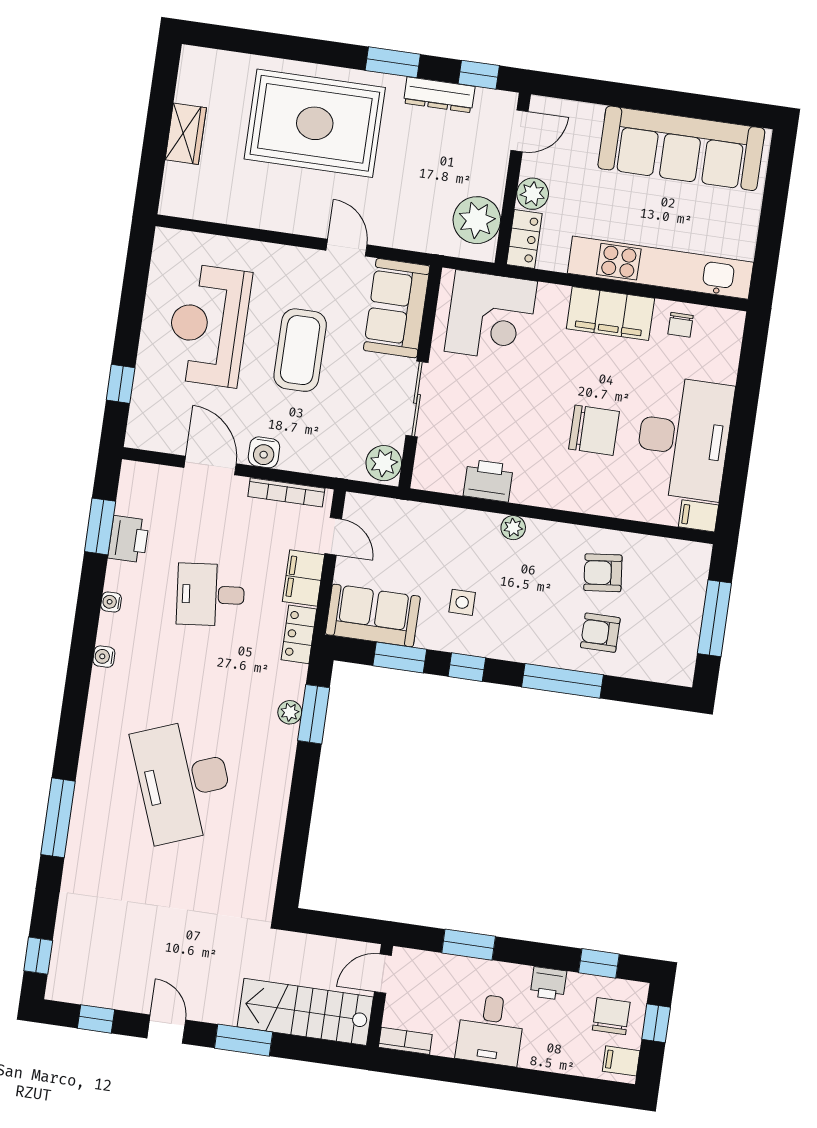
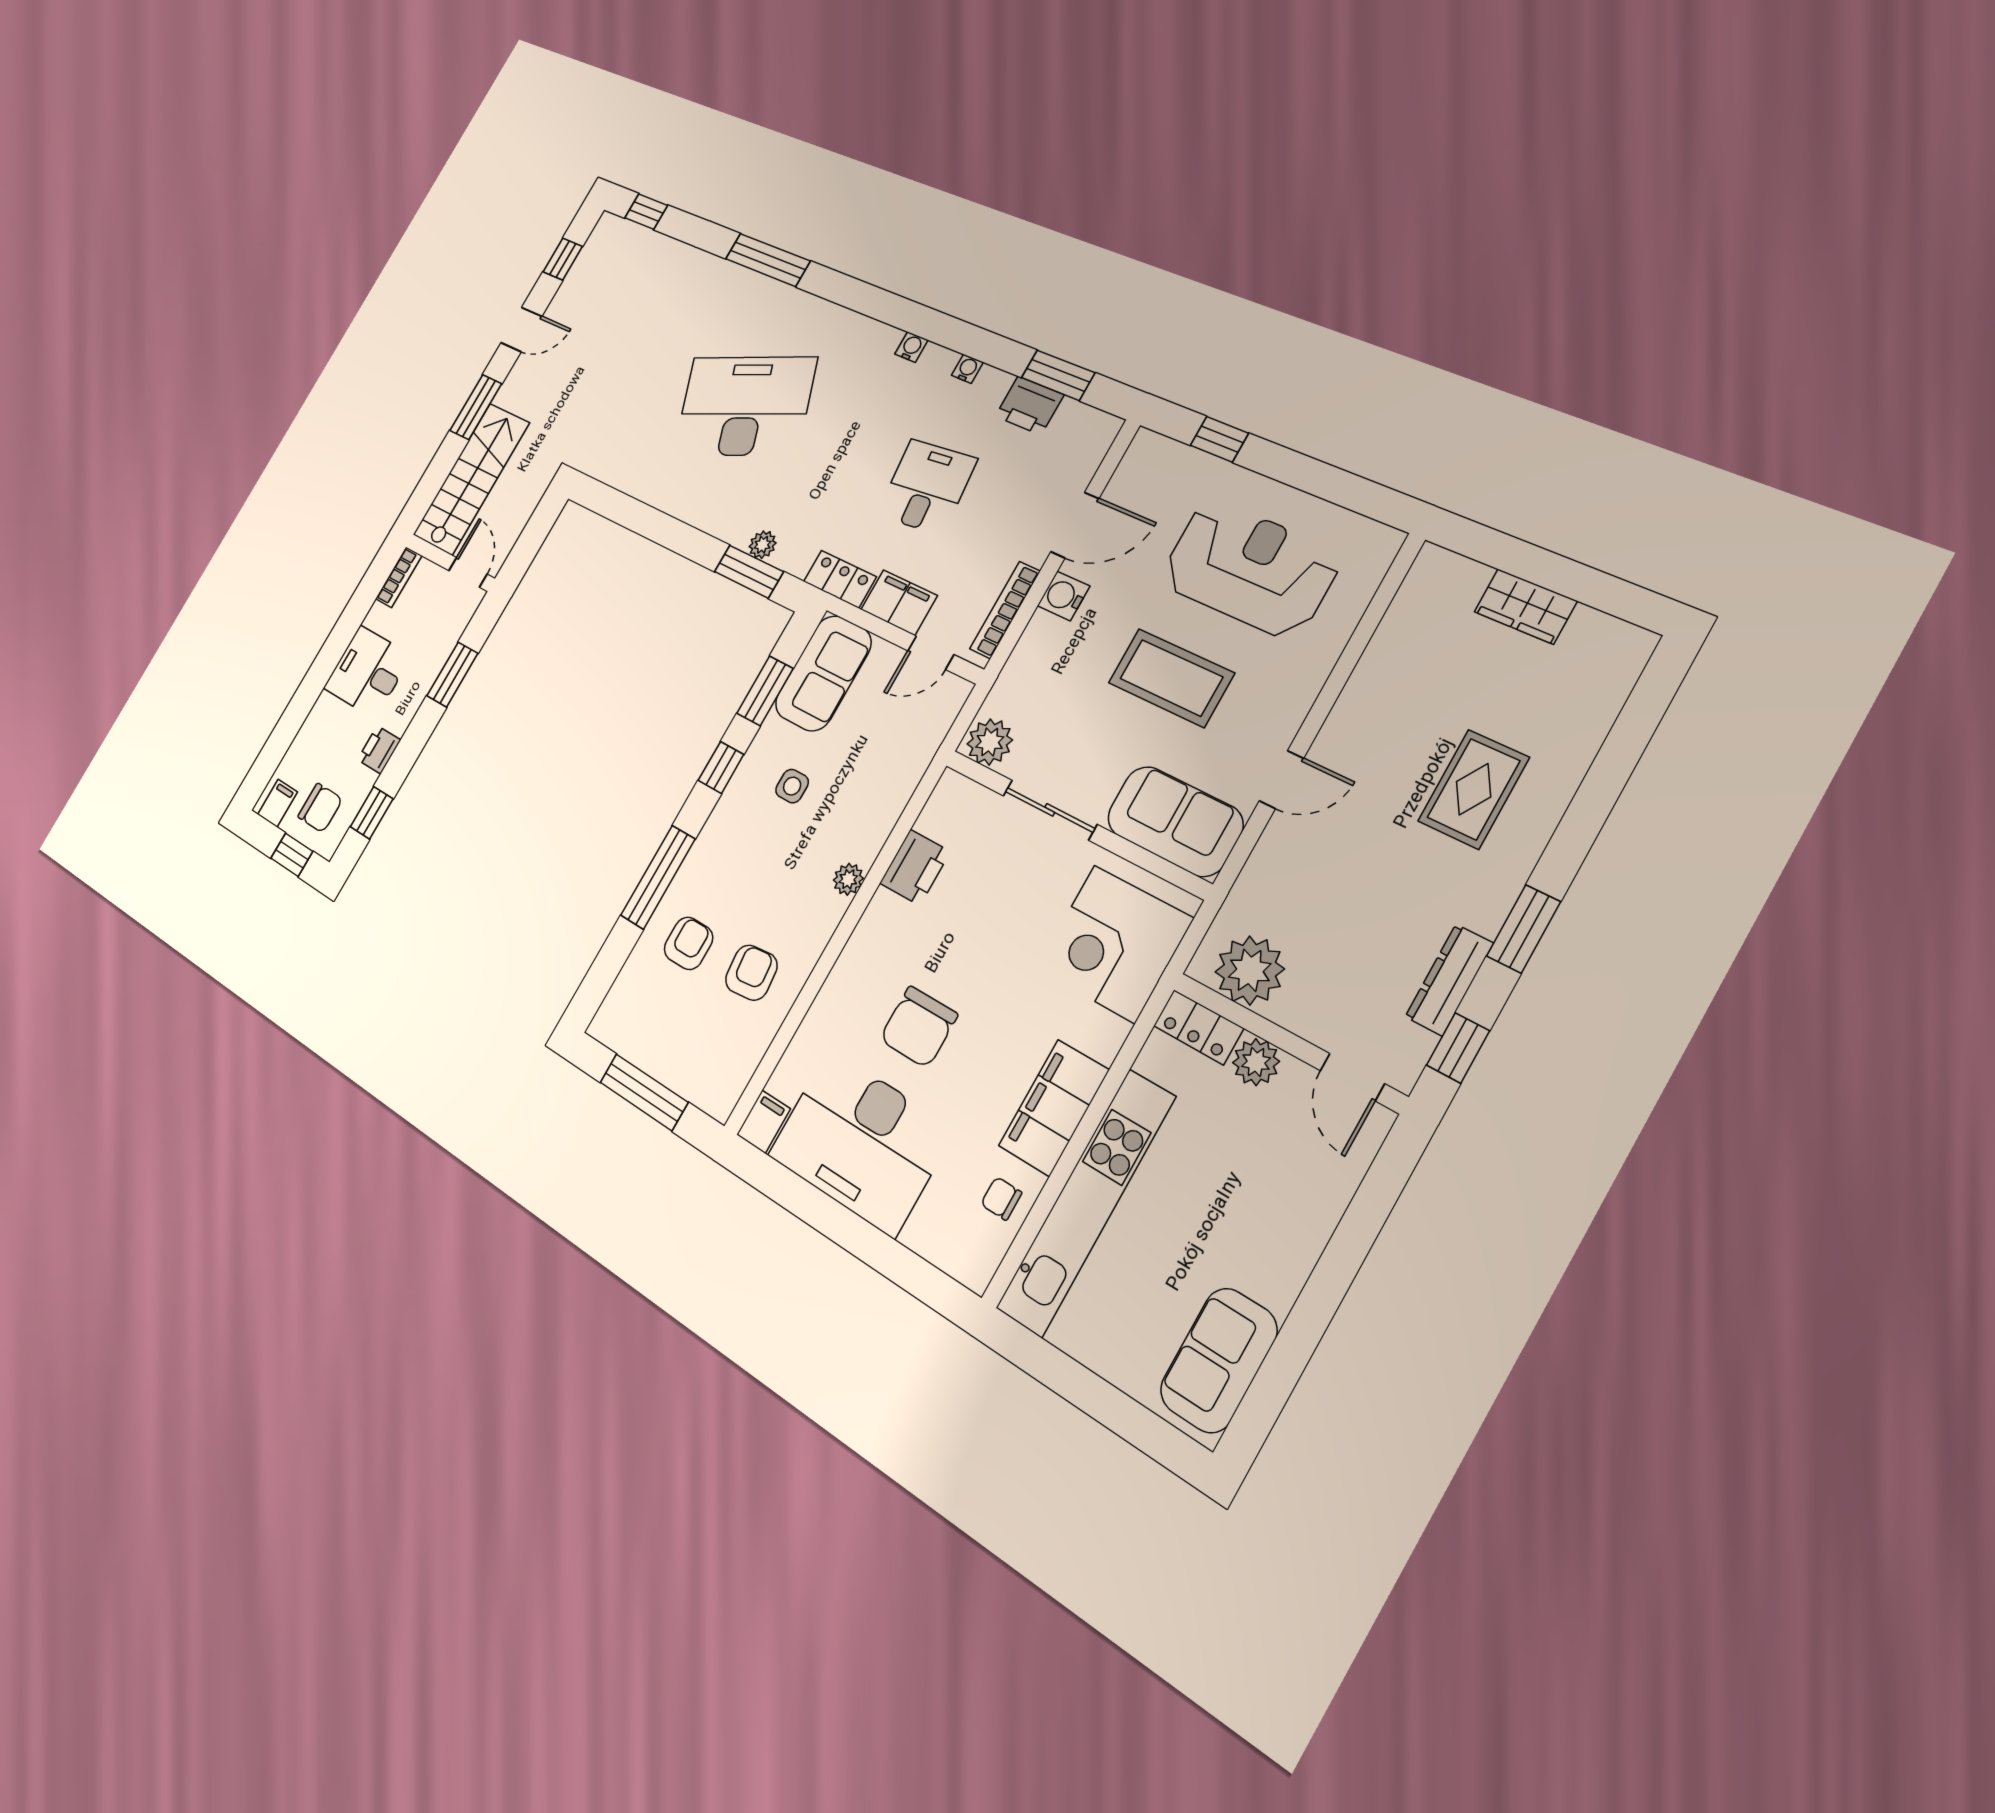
rug: (315, 123) -> (1474, 789), width x0.54, depth x0.49
sofa: (681, 148) -> (1219, 1360), width x0.54, depth x0.79

